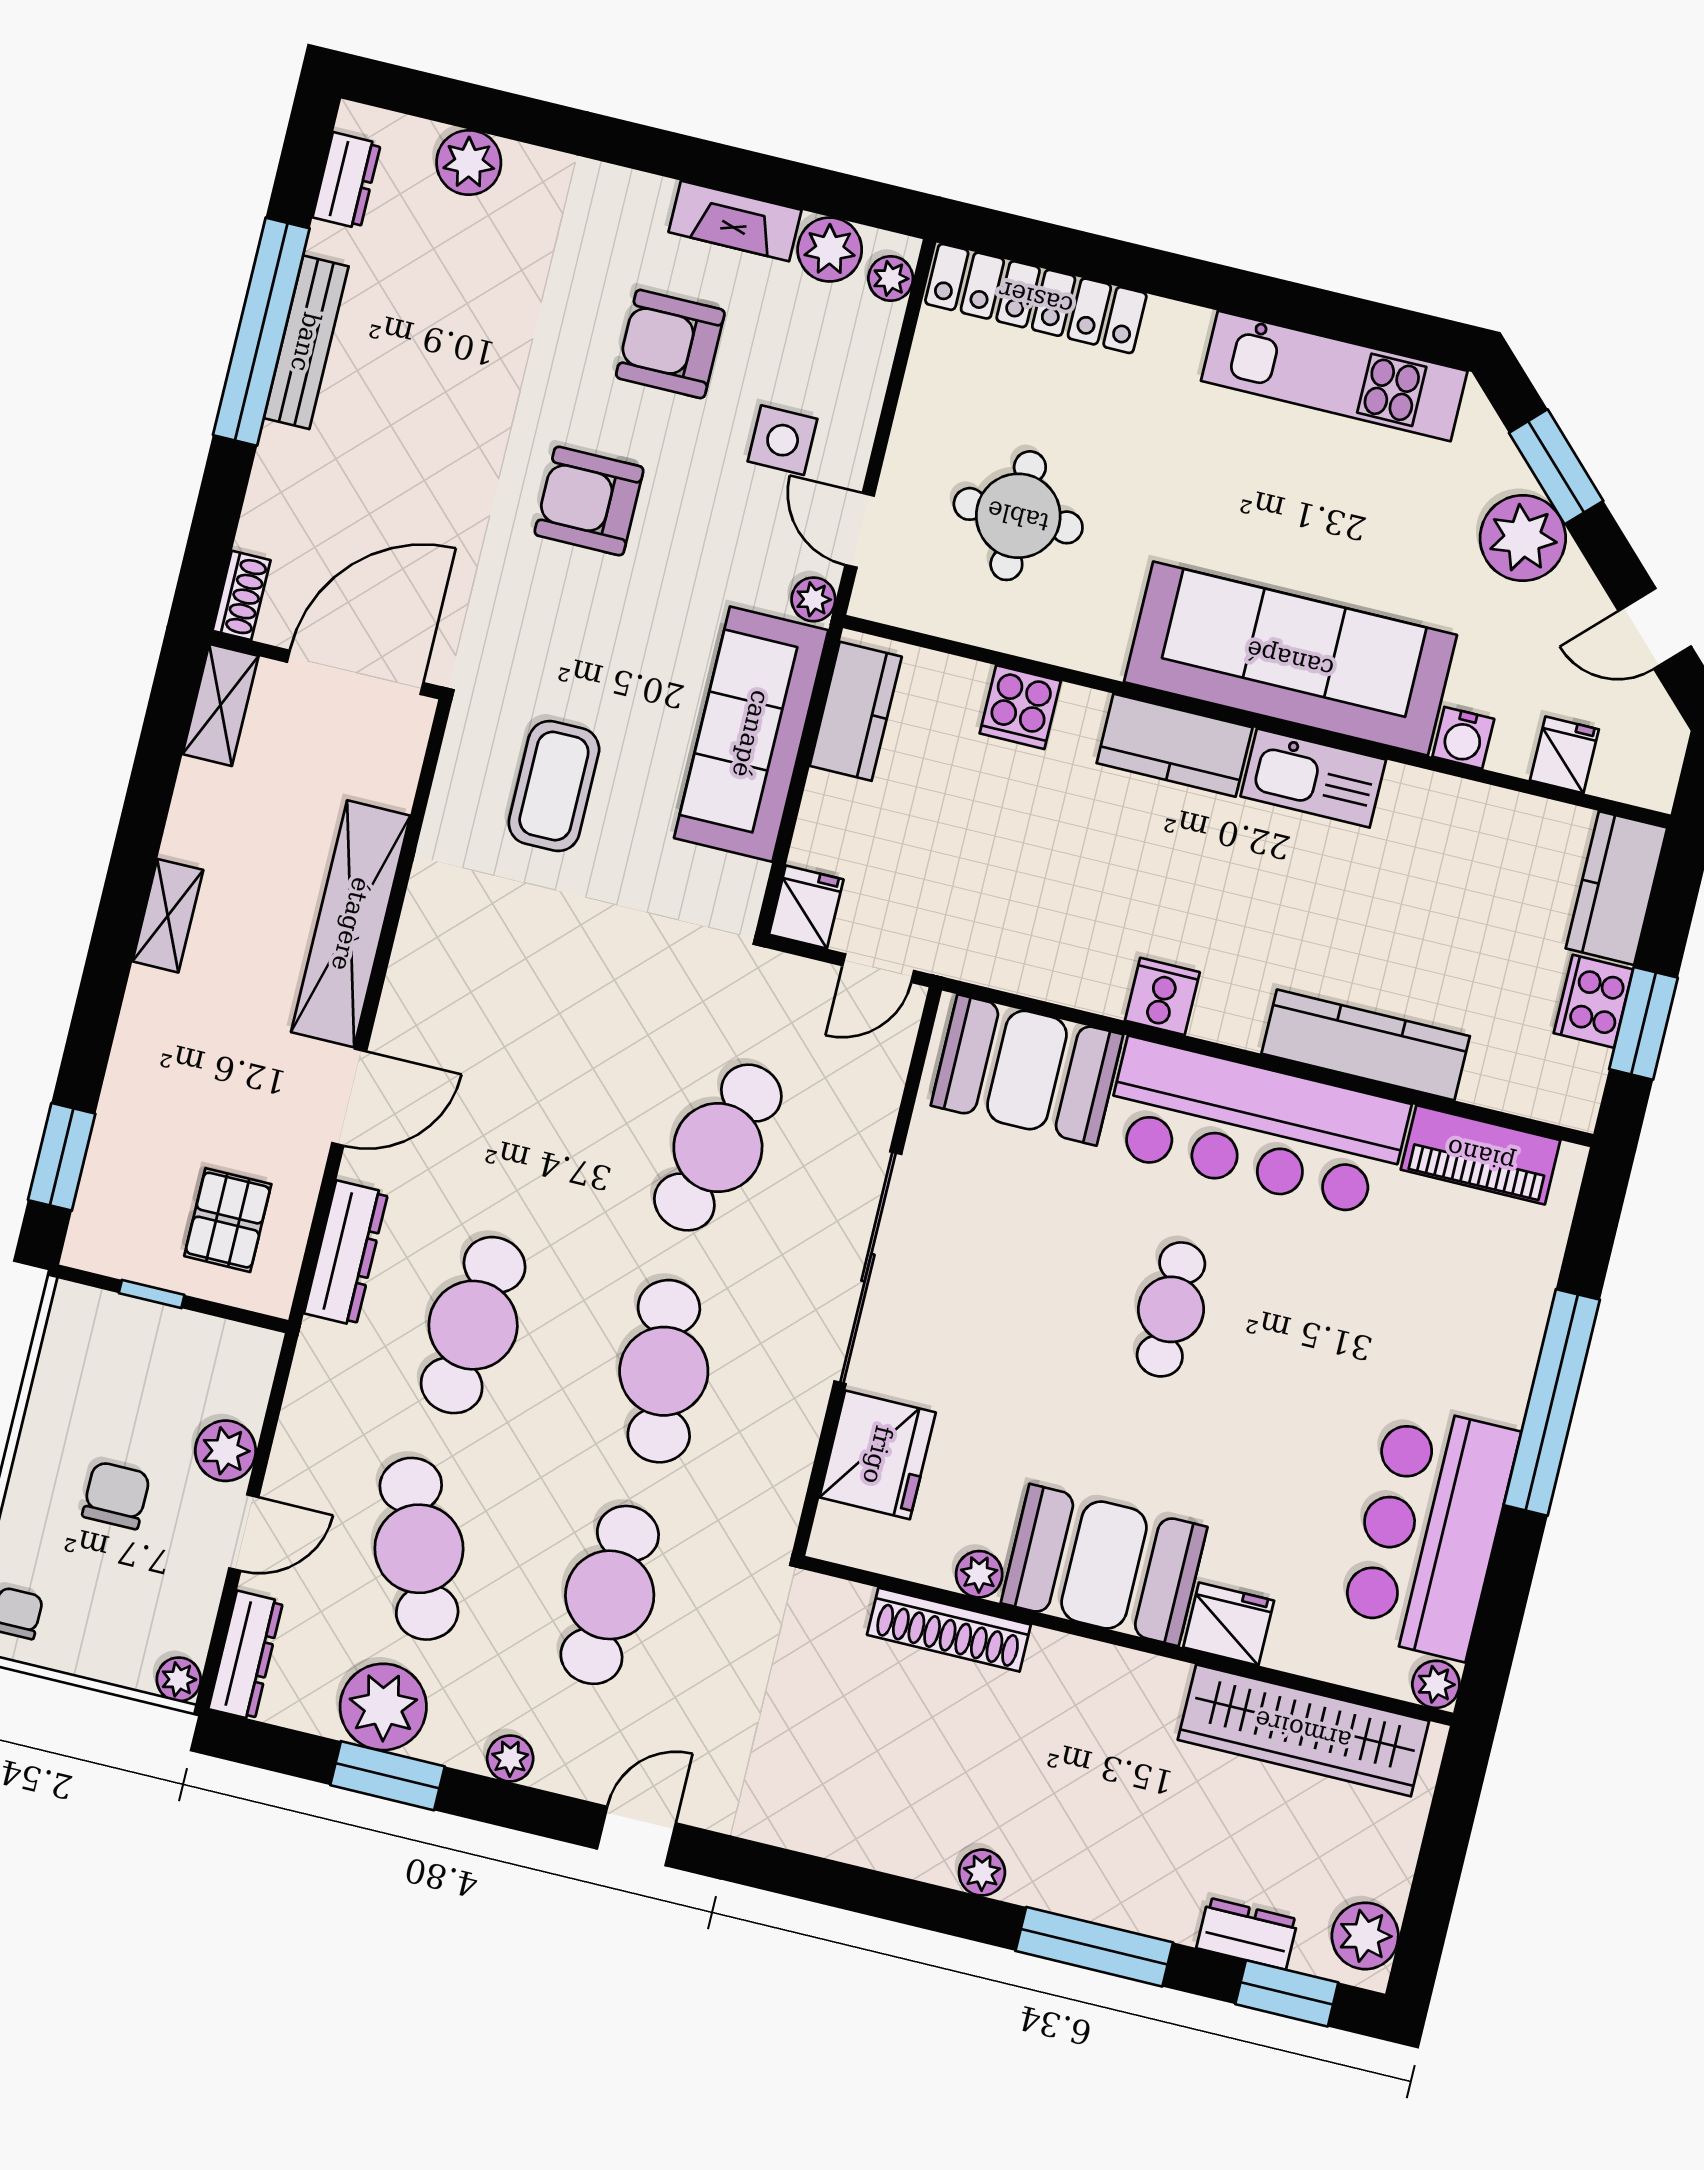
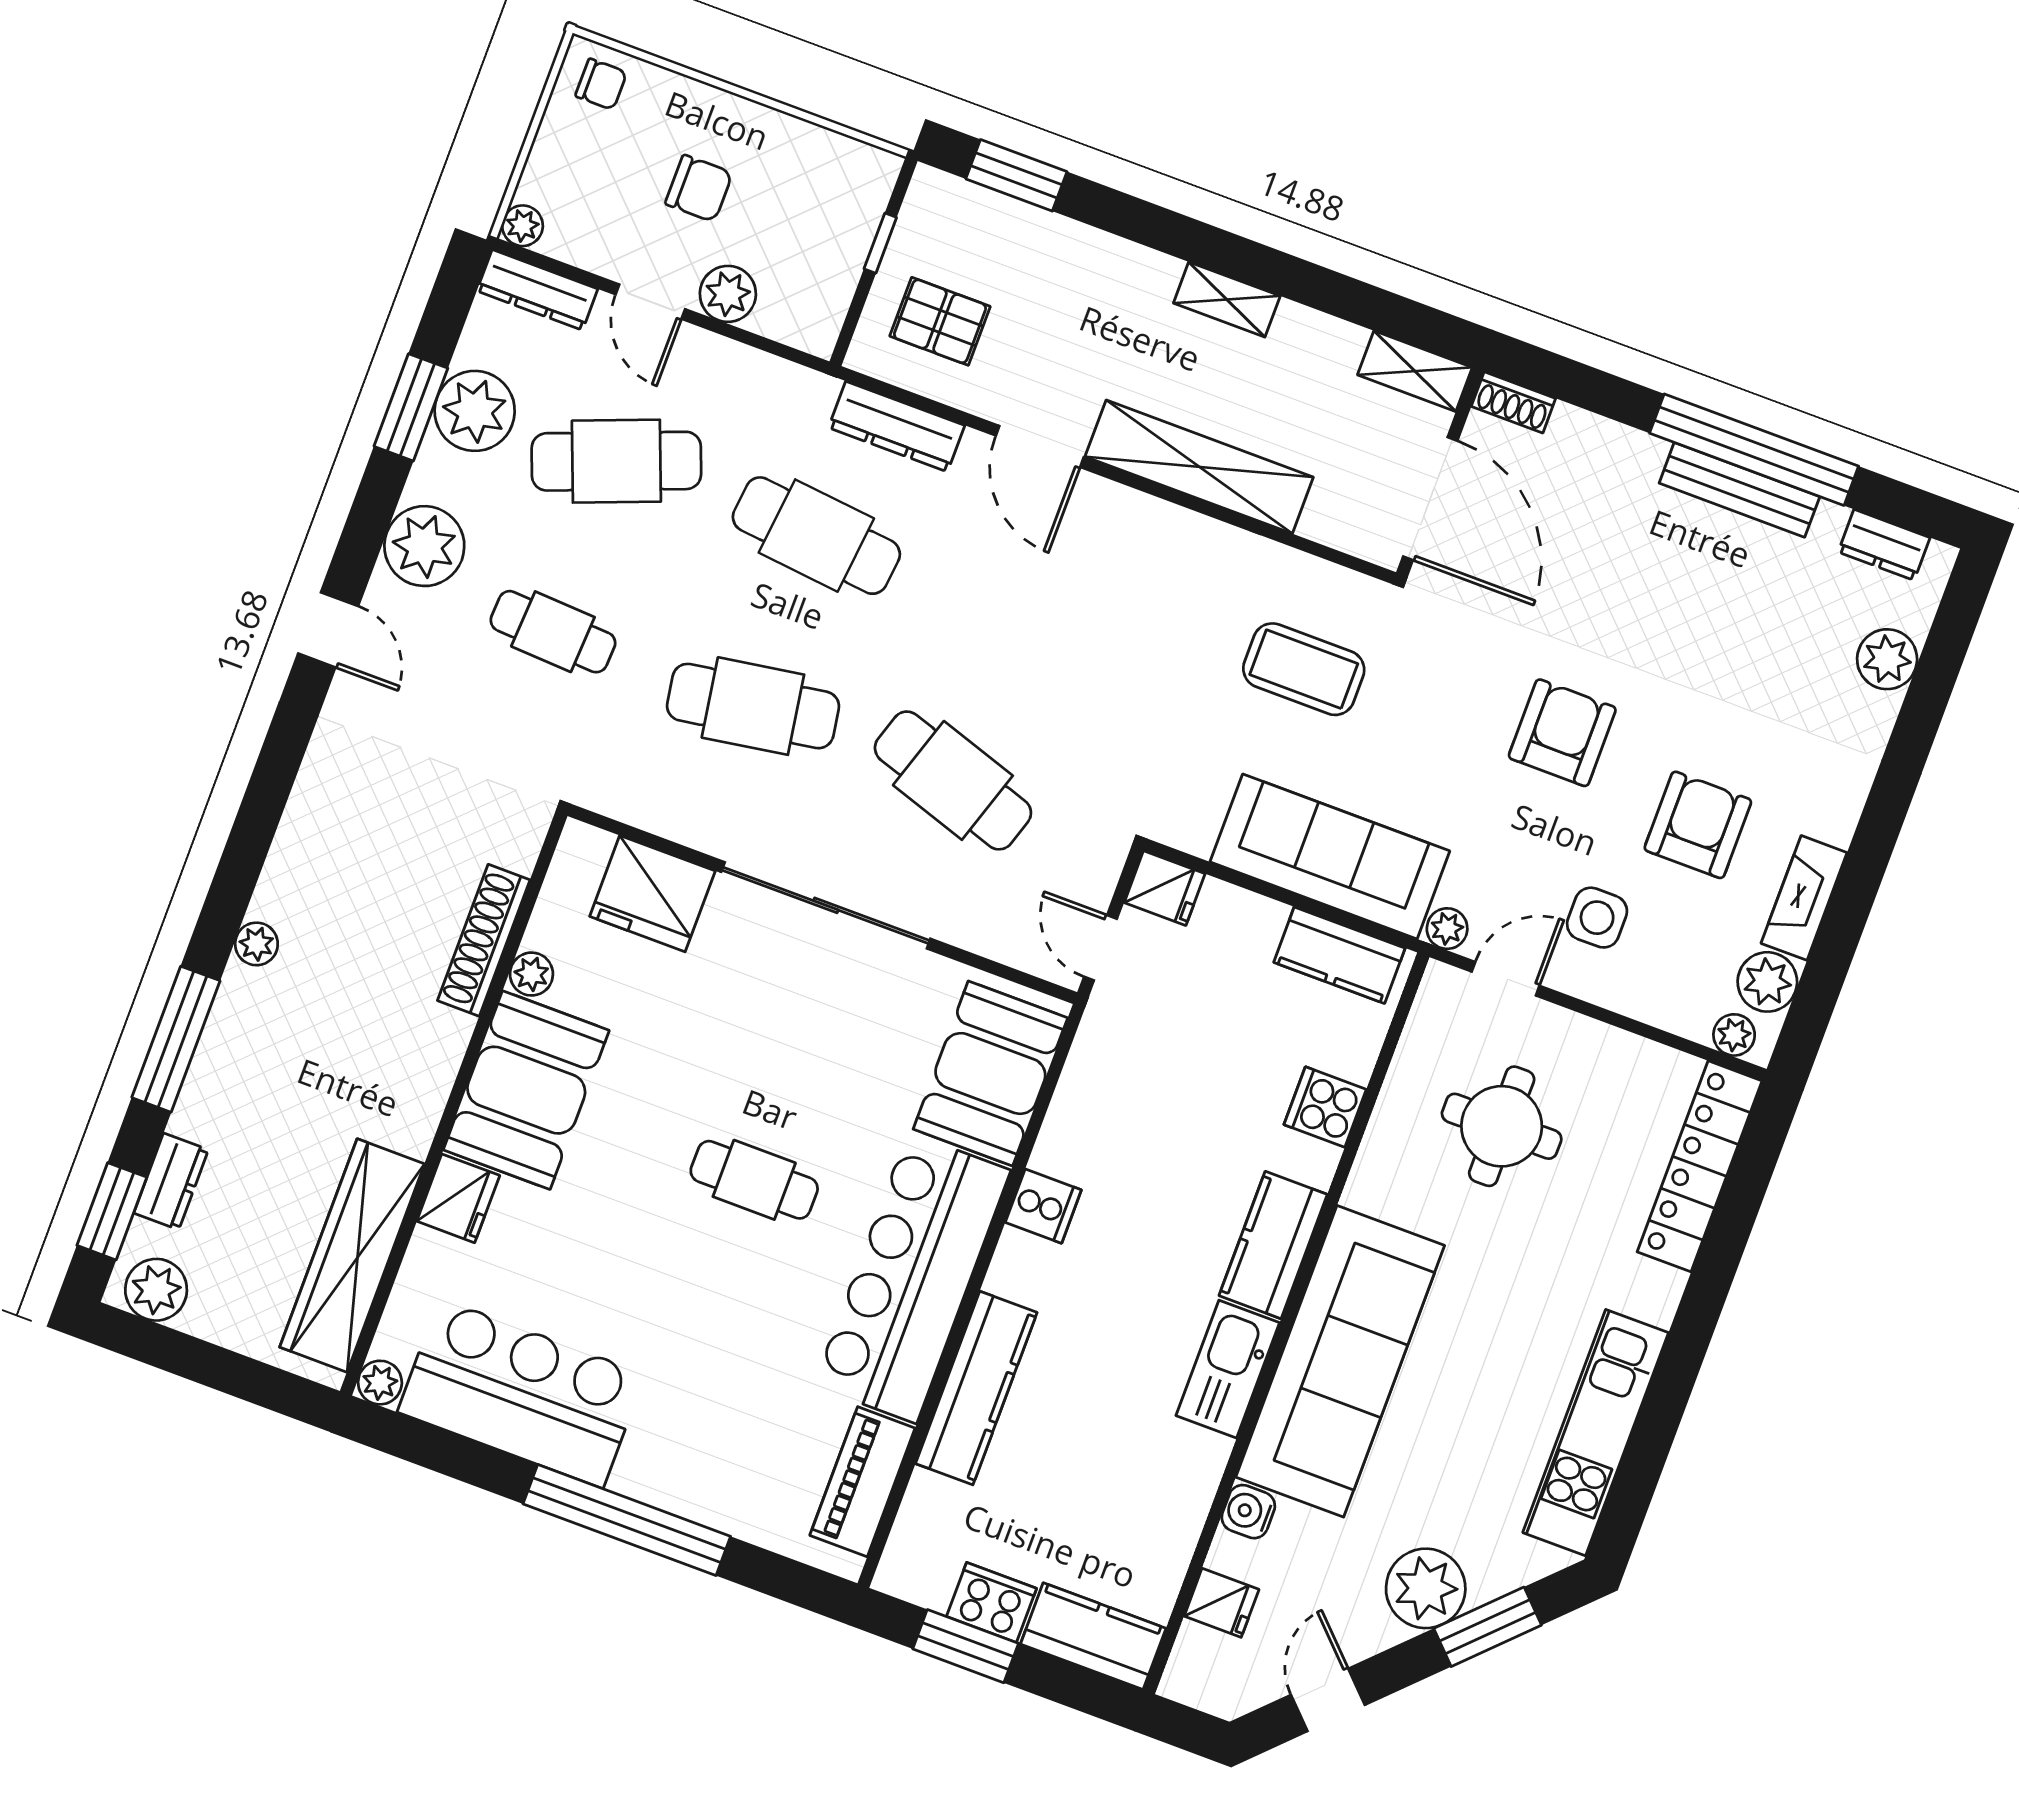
cafe table: (610, 1595) -> (553, 632), width x0.73, depth x0.74
plant: (510, 1758) -> (424, 546), width x1.87, depth x1.87

